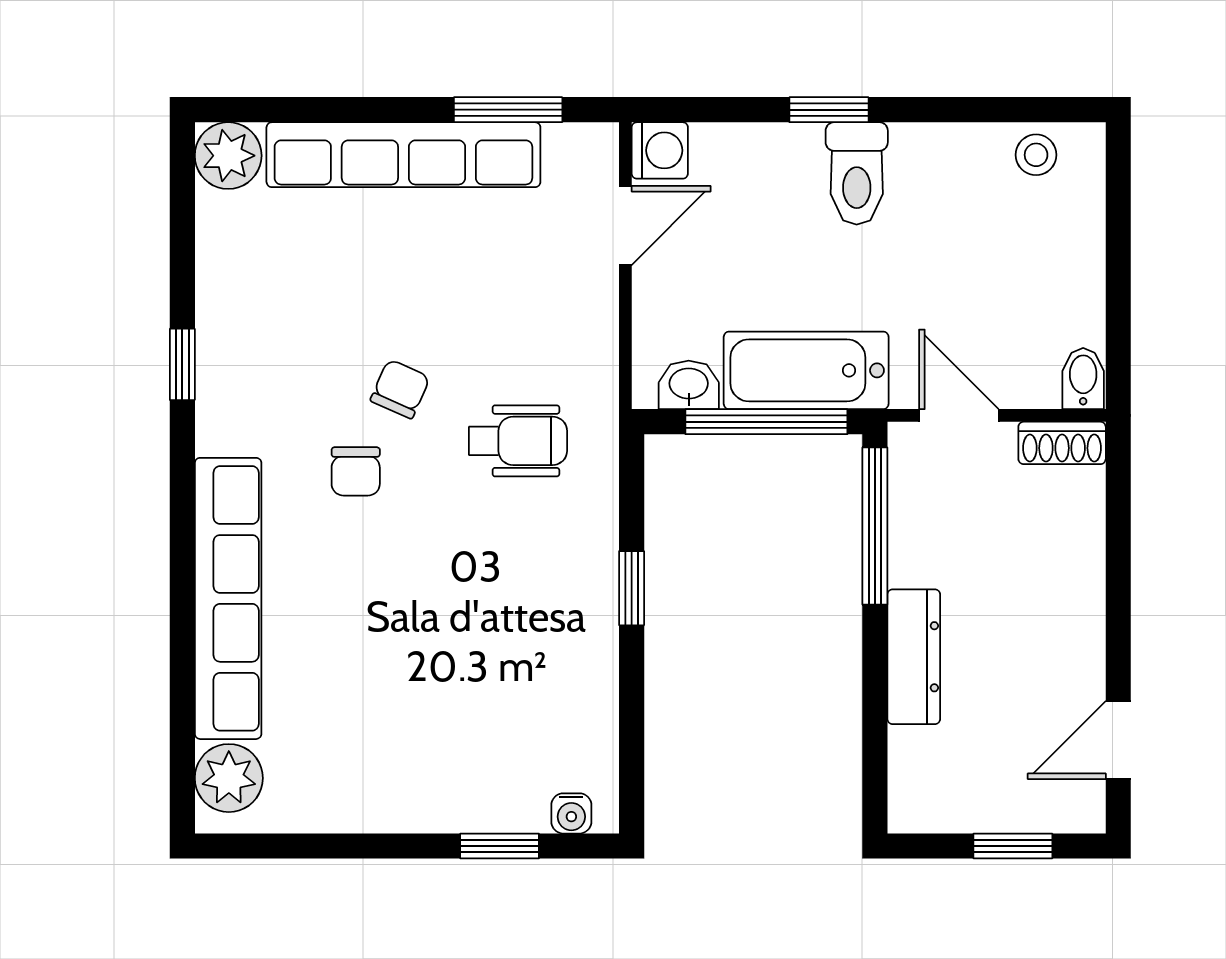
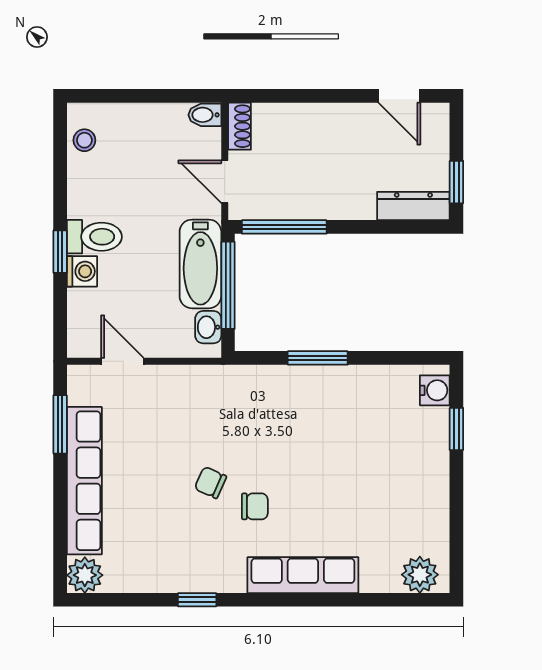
washing machine: (660, 150) -> (82, 271), moved, turned 90
door: (959, 415) -> (225, 182), hinge flipped
wheelchair: (518, 441) -> (238, 419), removed
window: (632, 588) -> (318, 358), width x1.50
row of seats: (228, 598) -> (303, 575), width x0.73
dresser: (914, 657) -> (413, 206), moved
water cooler: (571, 813) -> (435, 390), width x1.38, depth x1.38
window: (1013, 846) -> (456, 182), moved

